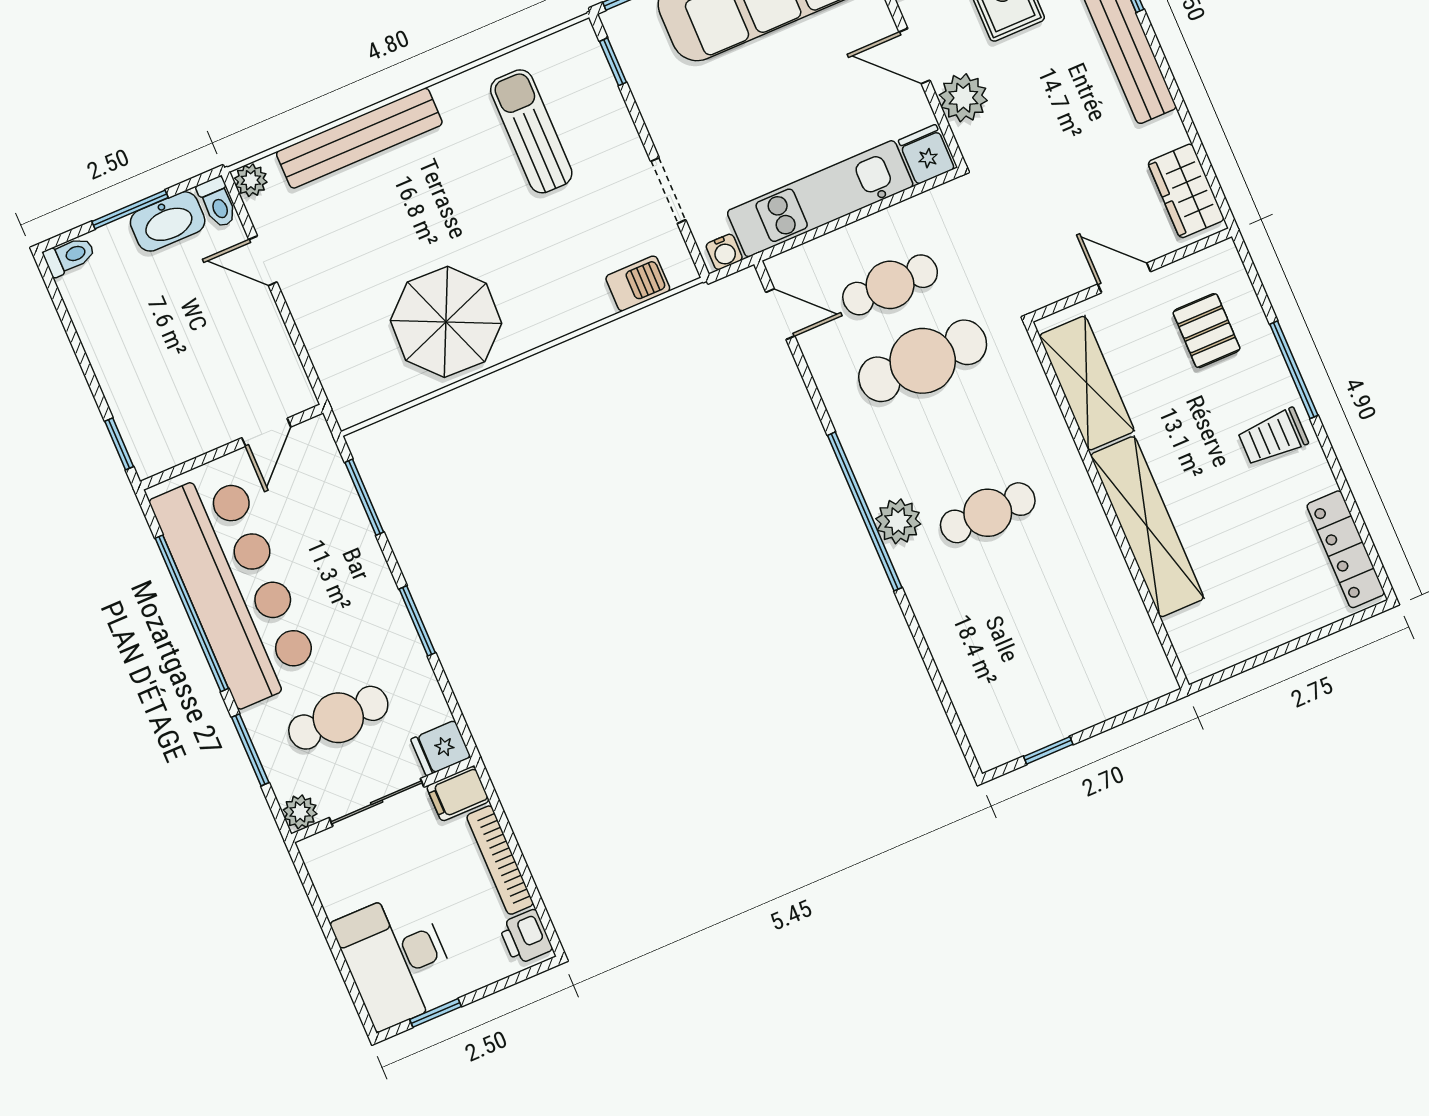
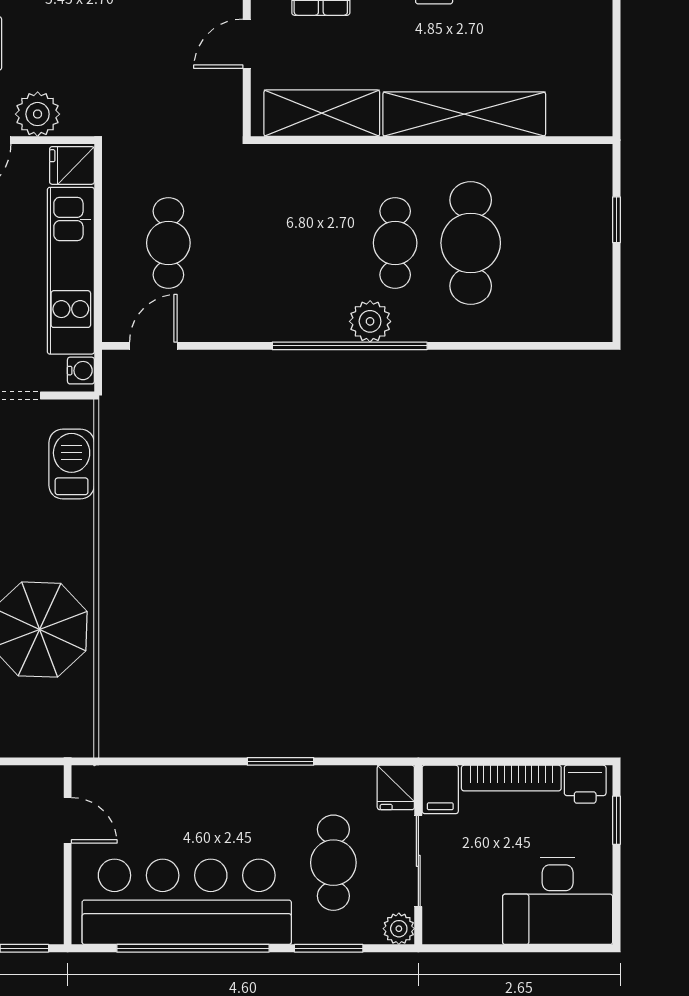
barbecue: (638, 283) -> (72, 464), width x1.38, depth x1.27
cafe table: (923, 361) -> (471, 243), moved
window: (364, 497) -> (157, 761), removed
window: (1048, 750) -> (617, 220), moved
window: (435, 1013) -> (617, 820), moved

